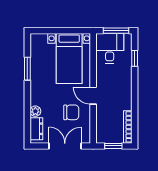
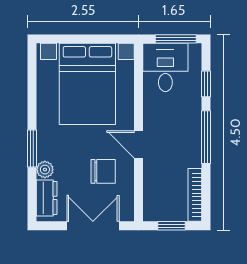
bed with nightstands: (69, 58) -> (87, 84), width x1.36
window: (27, 69) -> (32, 149), moved
window: (135, 91) -> (206, 137), added

